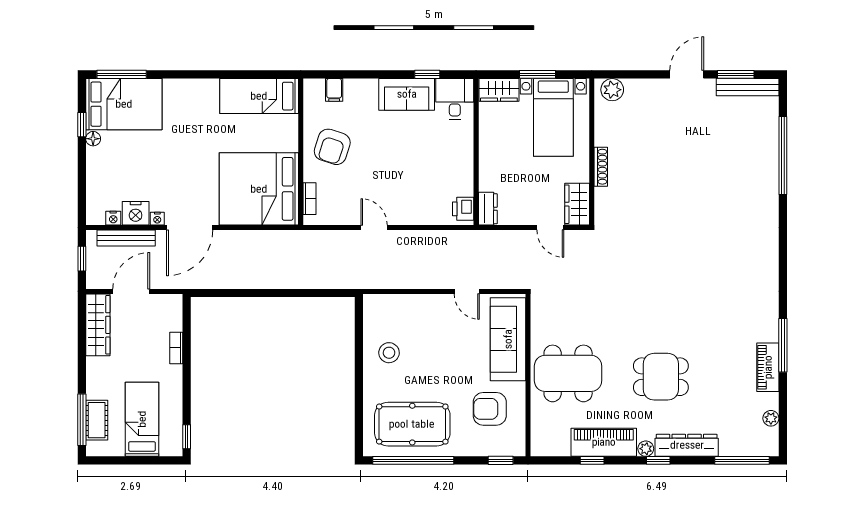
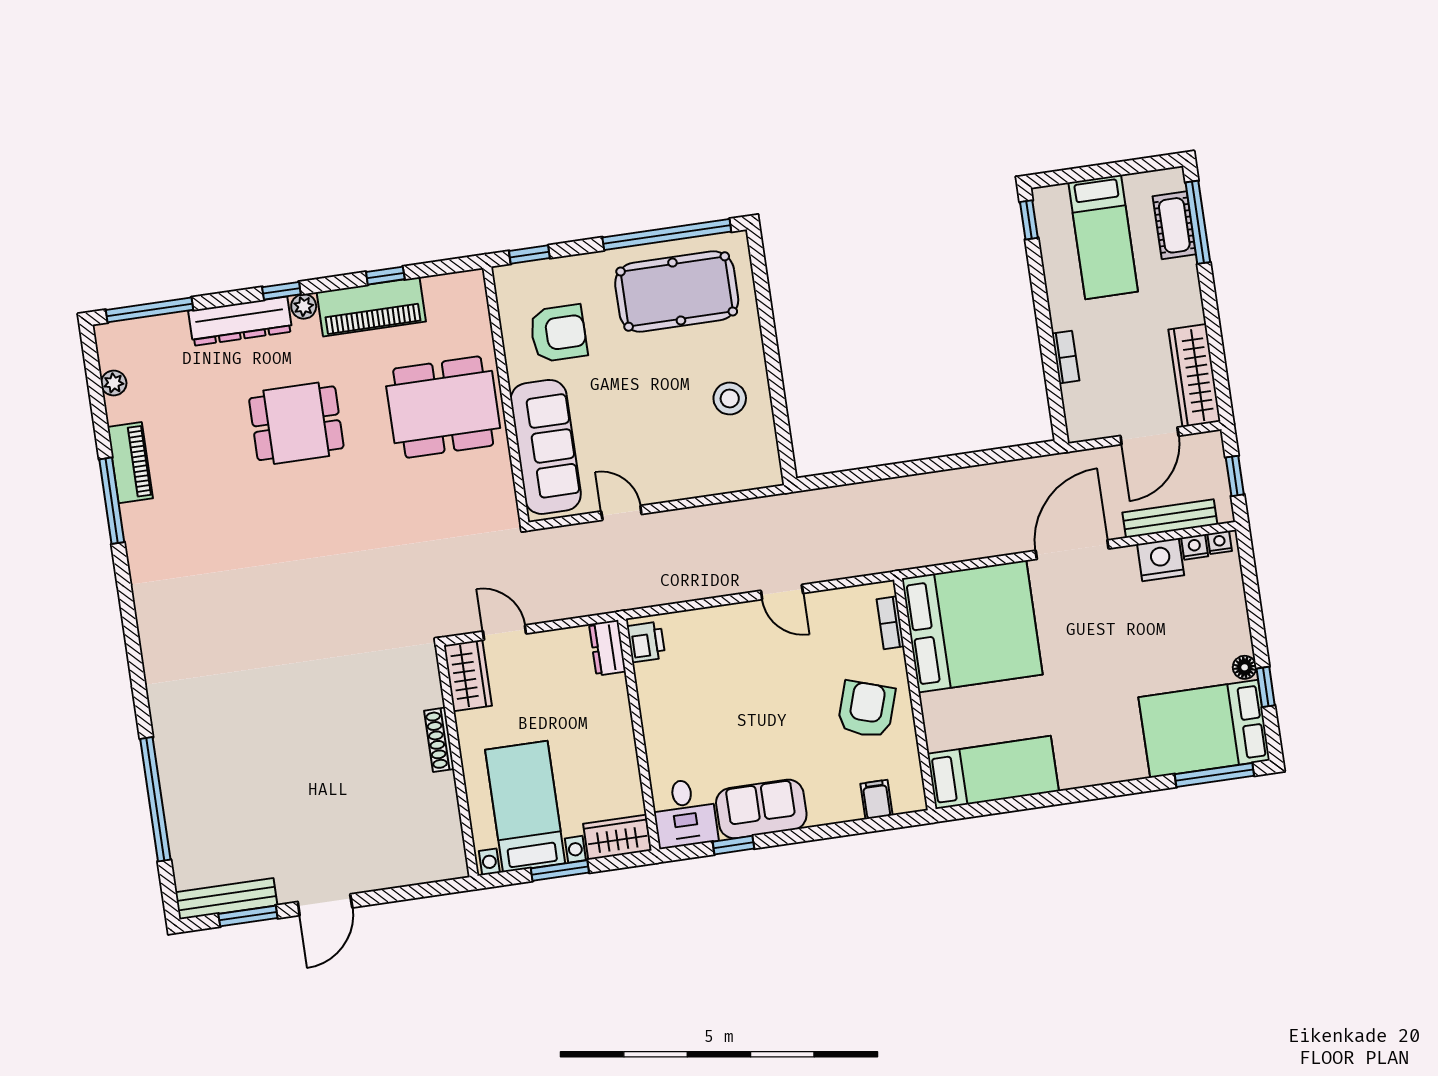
plant: (612, 90) -> (439, 864), removed
nightstand: (157, 219) -> (1220, 542), moved

